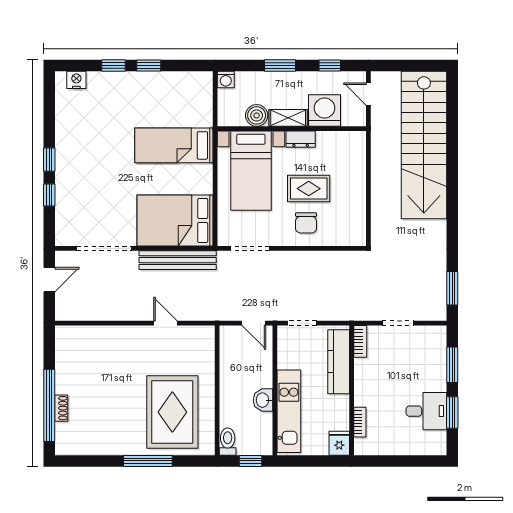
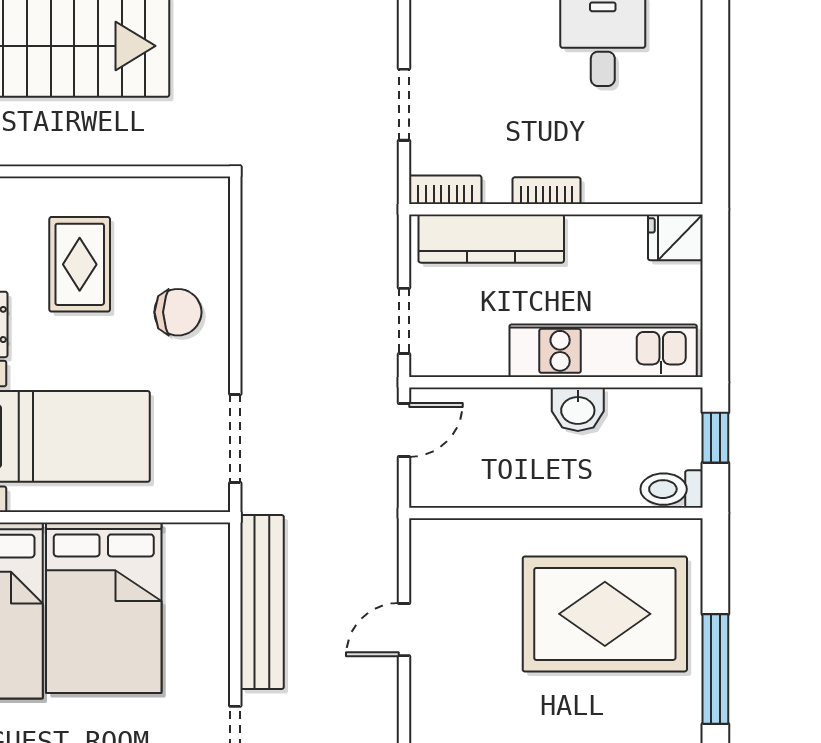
rug: (309, 189) -> (80, 264), moved
bed: (175, 220) -> (104, 608), moved
bookcase: (360, 422) -> (546, 191), moved

